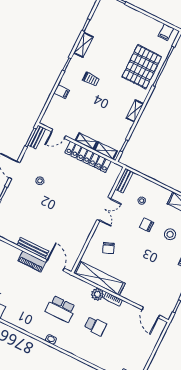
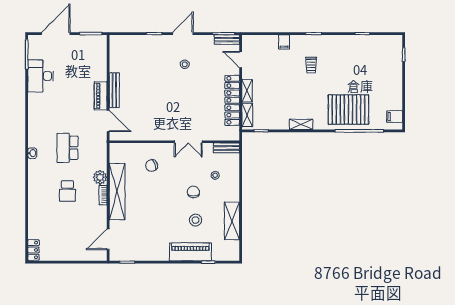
shelving: (83, 45) -> (341, 41), removed
door: (55, 265) -> (108, 121), hinge flipped
shelving: (99, 278) -> (117, 192), moved

